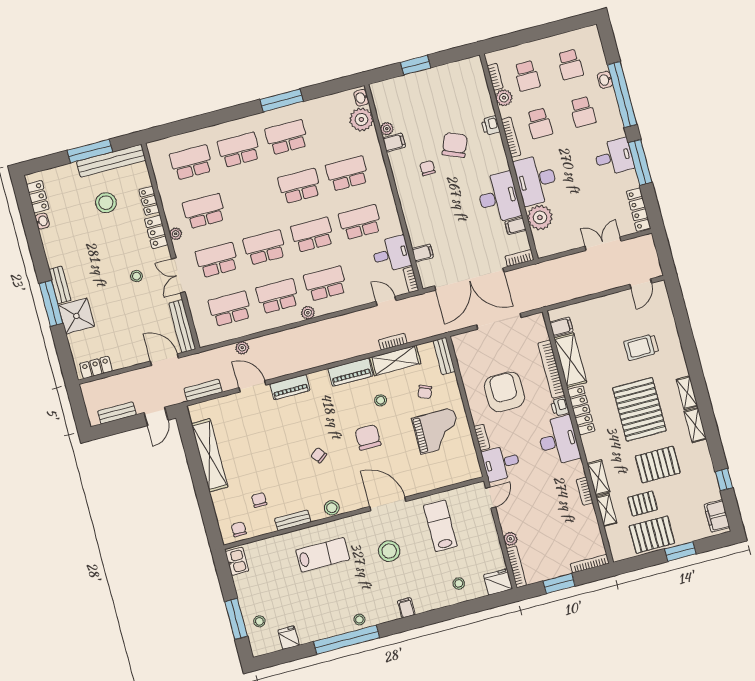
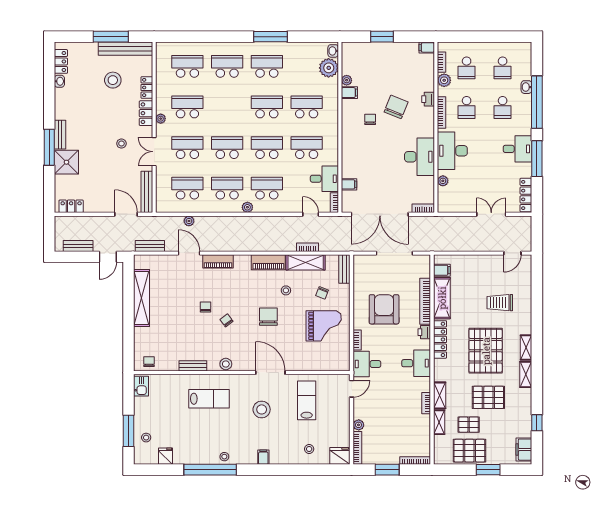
plant: (540, 217) -> (443, 181), width x0.53, depth x0.53
filing cabinet: (515, 226) -> (427, 47), moved
desk: (558, 440) -> (416, 363), width x0.73
chair: (259, 500) -> (206, 307), moved

